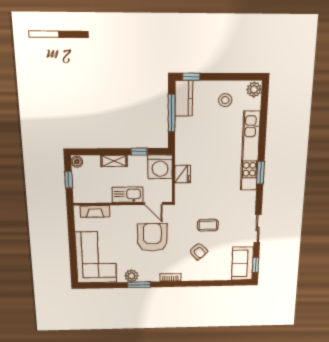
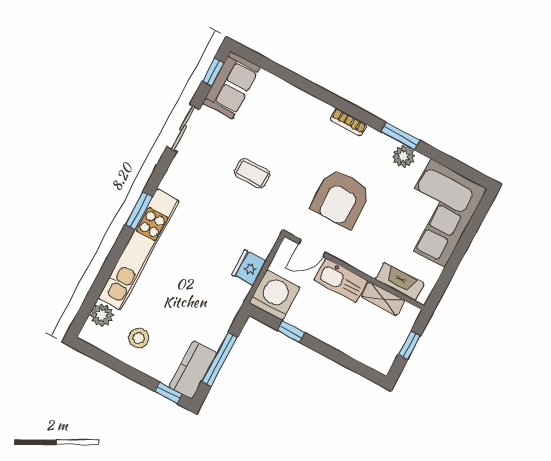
plant: (254, 89) -> (102, 315), moved
shelving: (114, 161) -> (383, 299), moved
boiler: (77, 162) -> (383, 364), removed
door: (153, 203) -> (312, 248), swing flipped
armchair: (198, 251) -> (286, 141), removed

